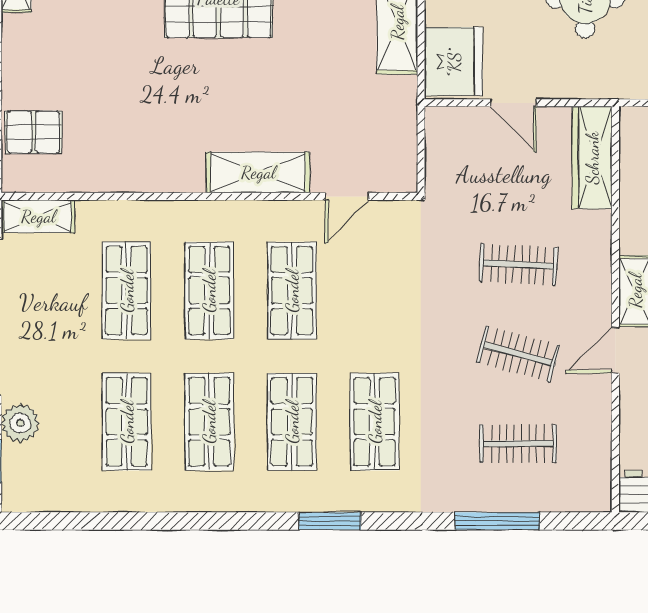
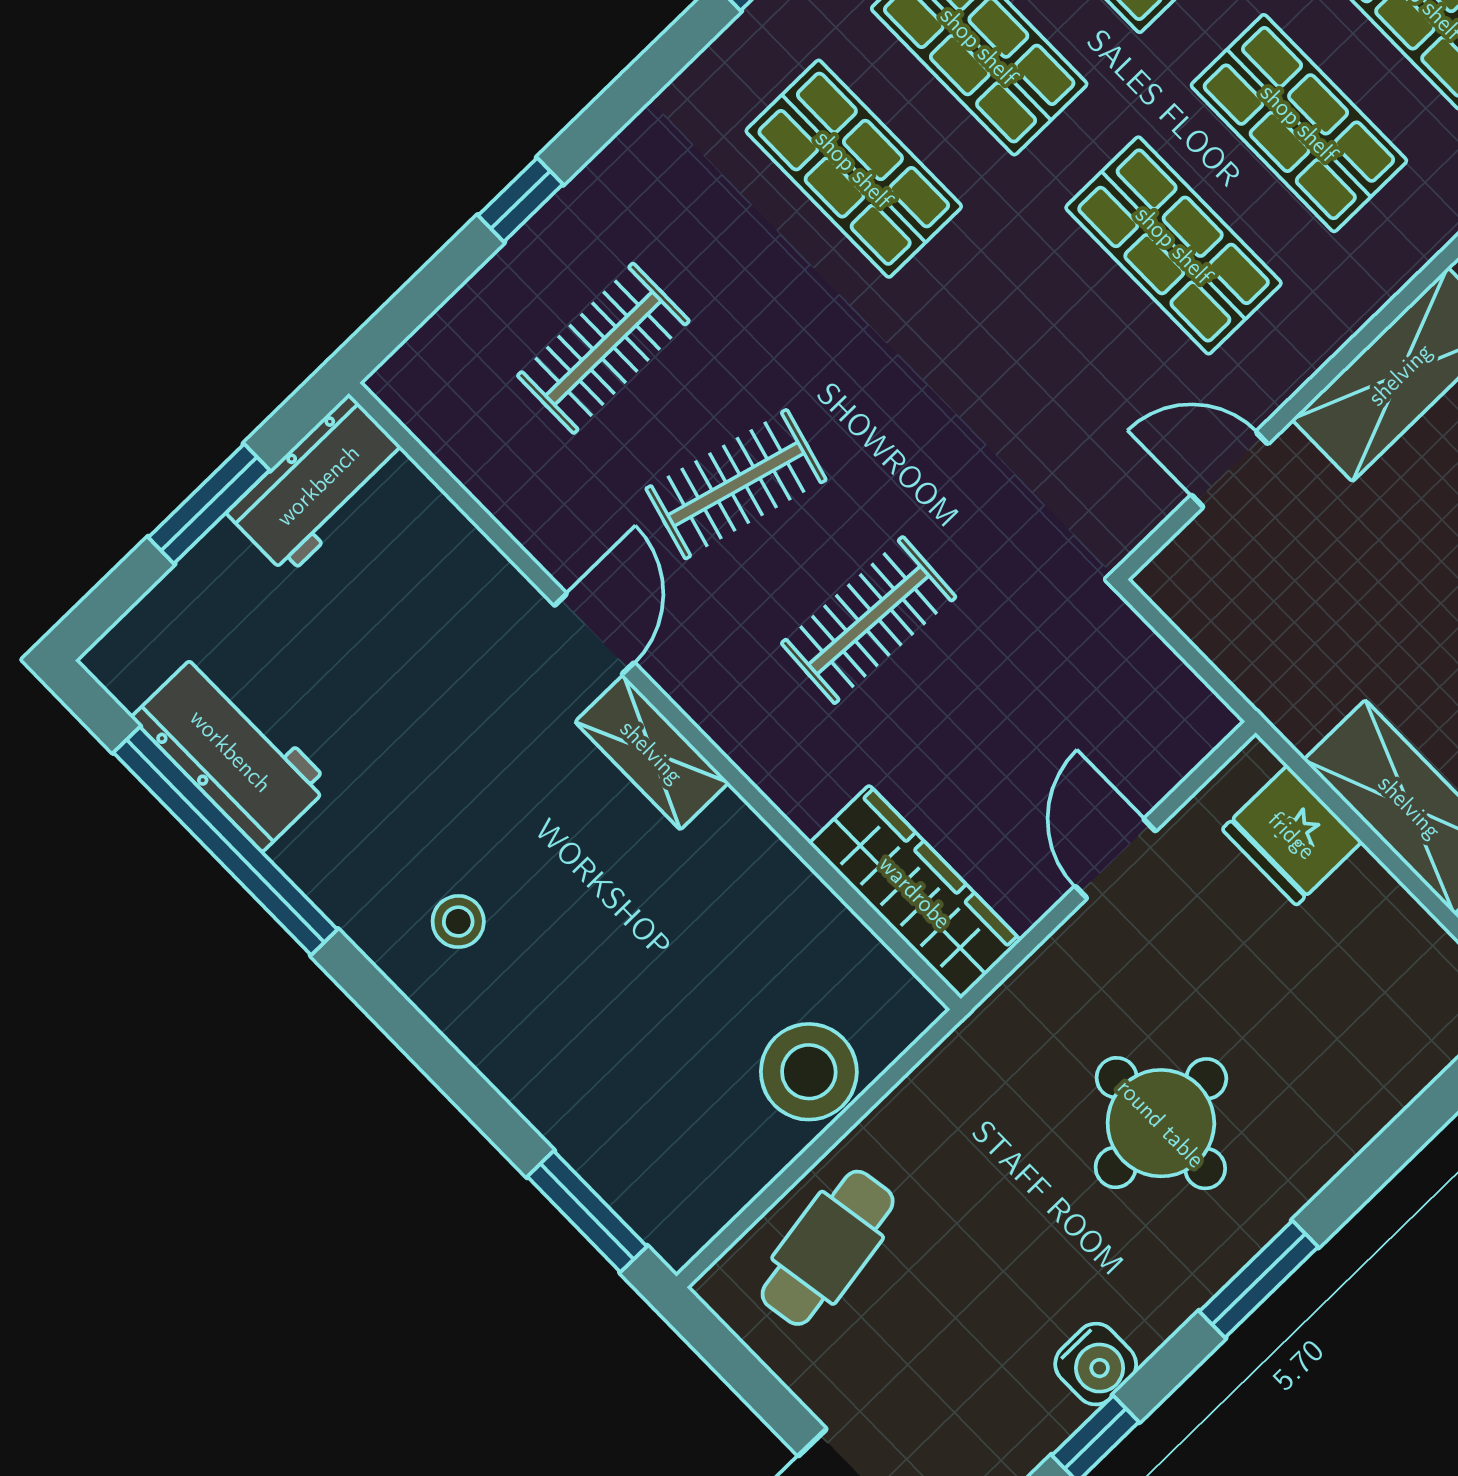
fridge: (454, 62) -> (1292, 835), width x0.73, depth x0.75
door: (513, 103) -> (1115, 859), hinge flipped
door: (347, 196) -> (1230, 469), hinge flipped
window: (497, 521) -> (520, 200), width x0.46

